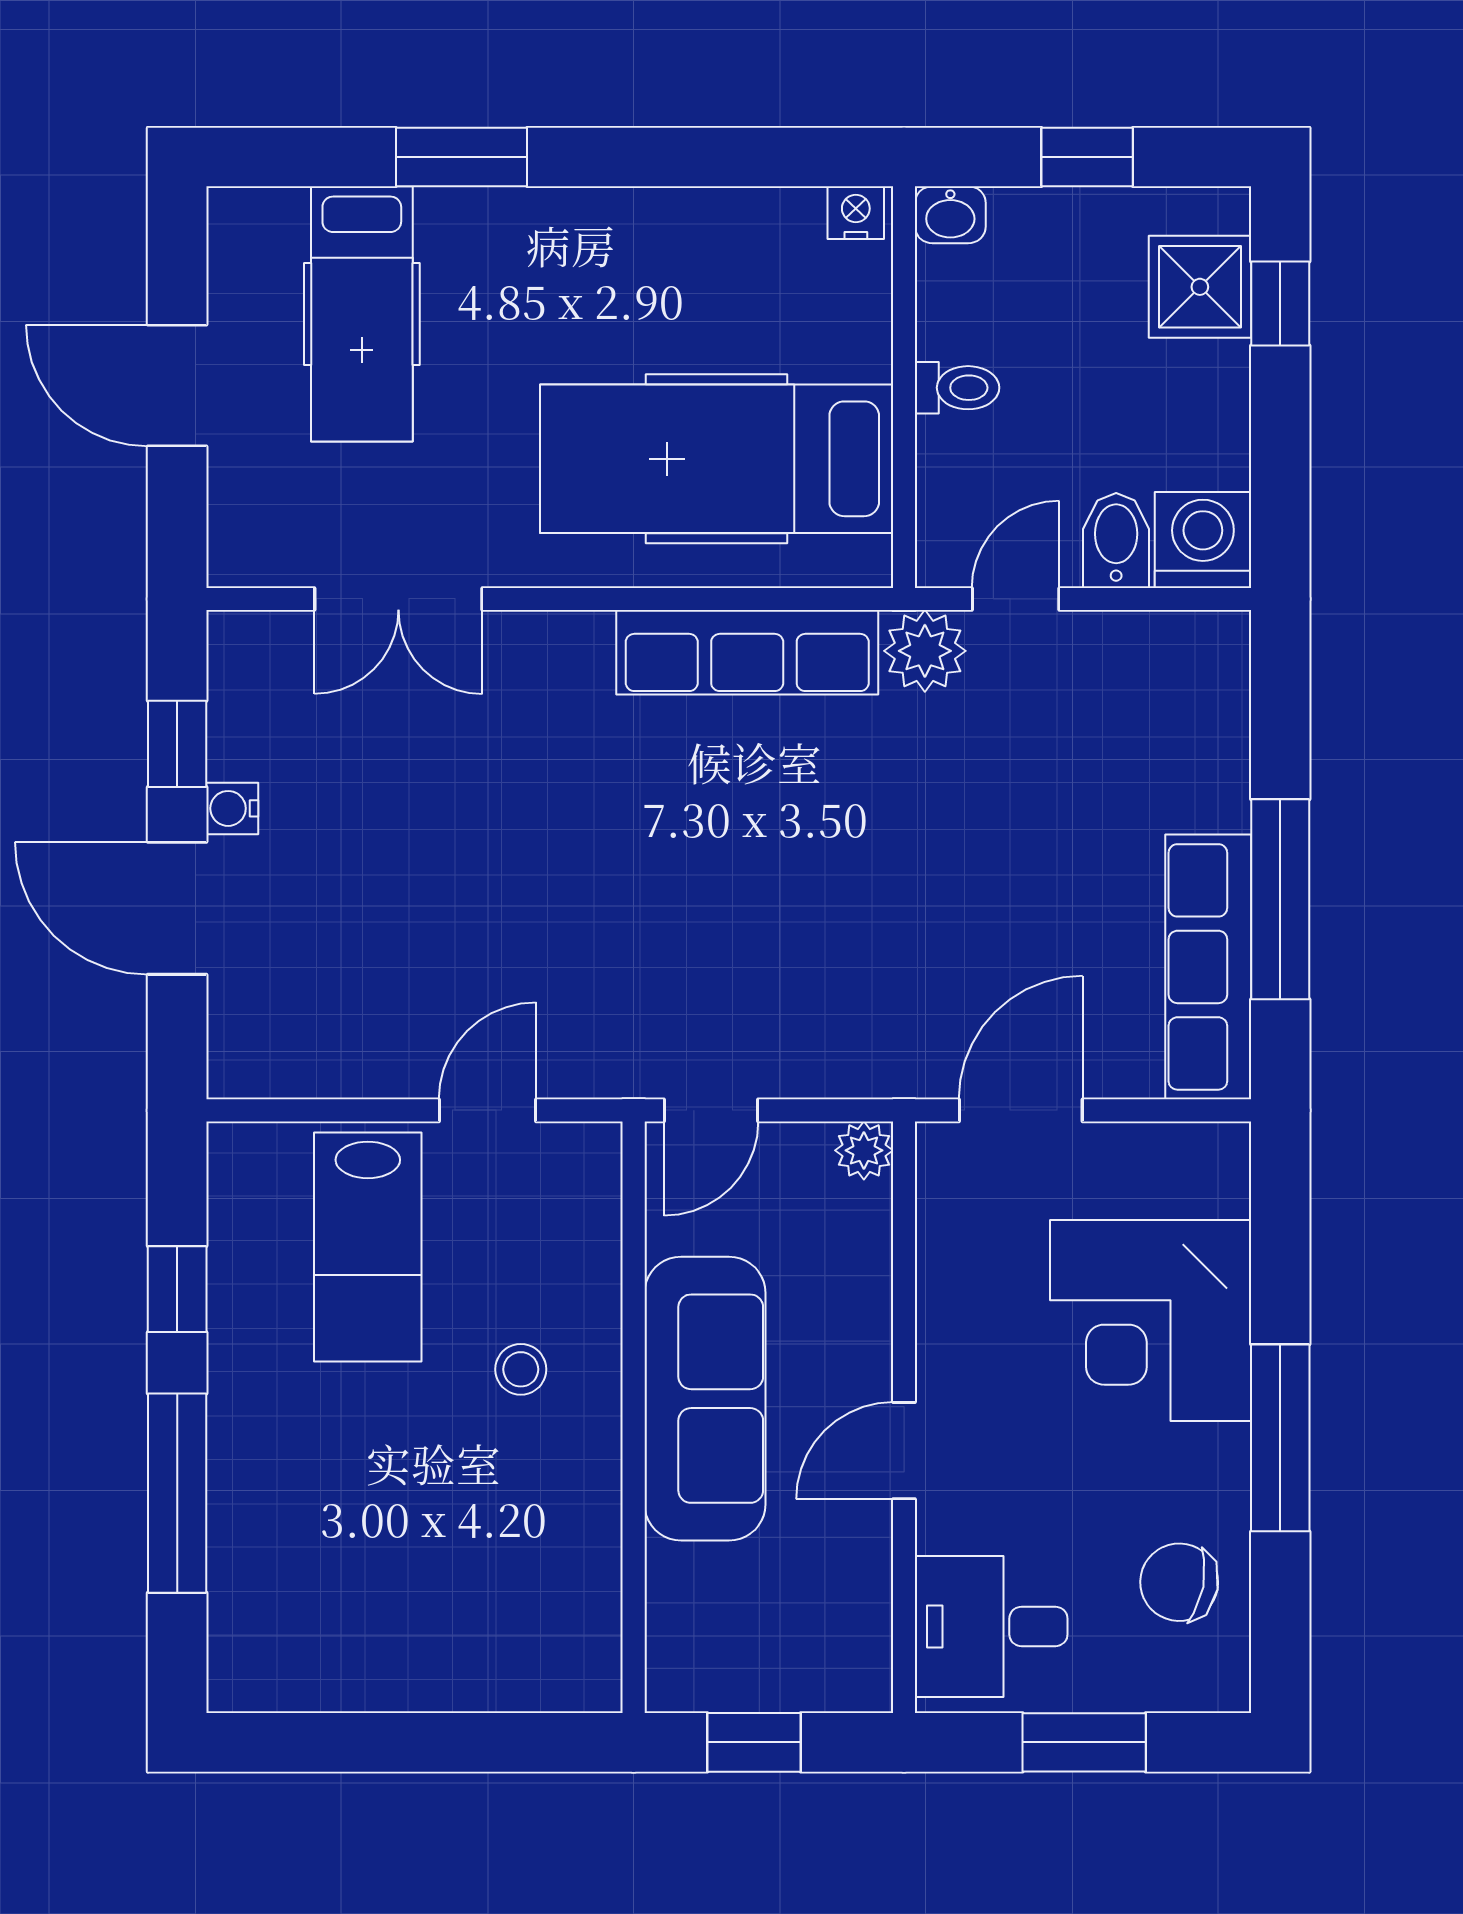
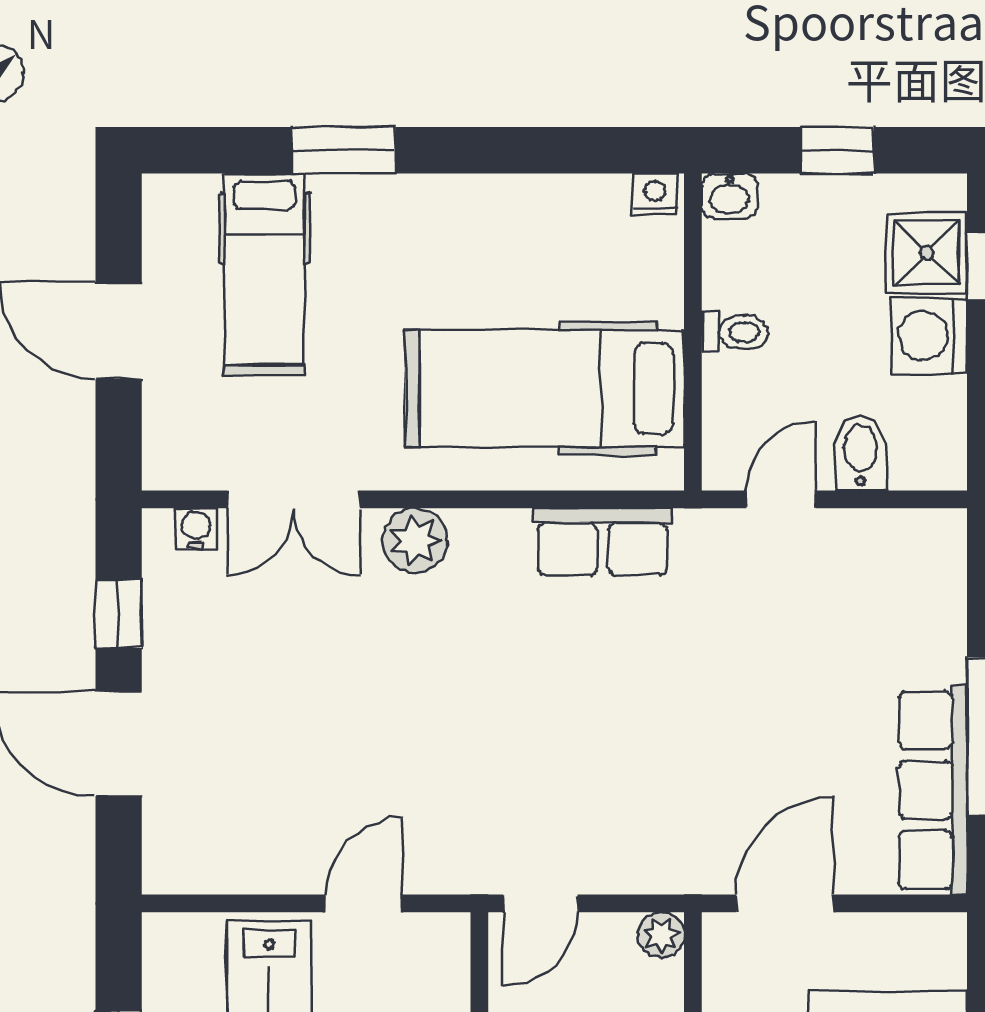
washing machine: (1203, 540) -> (929, 336), moved, turned -90
plant: (925, 651) -> (415, 540), moved
row of seats: (747, 652) -> (602, 541), width x0.68
water cooler: (232, 808) -> (196, 528), moved, turned 90

